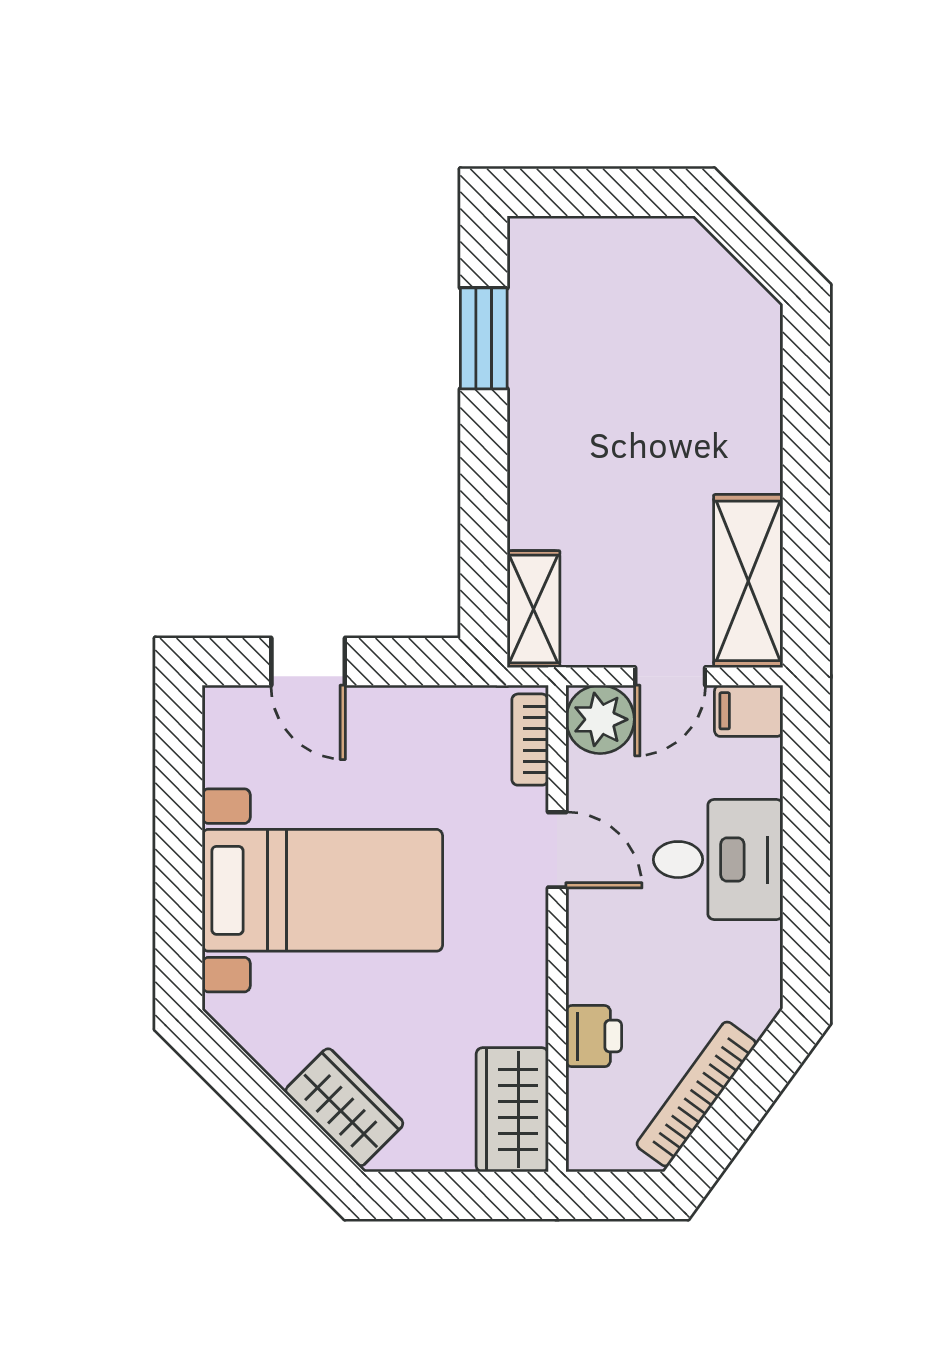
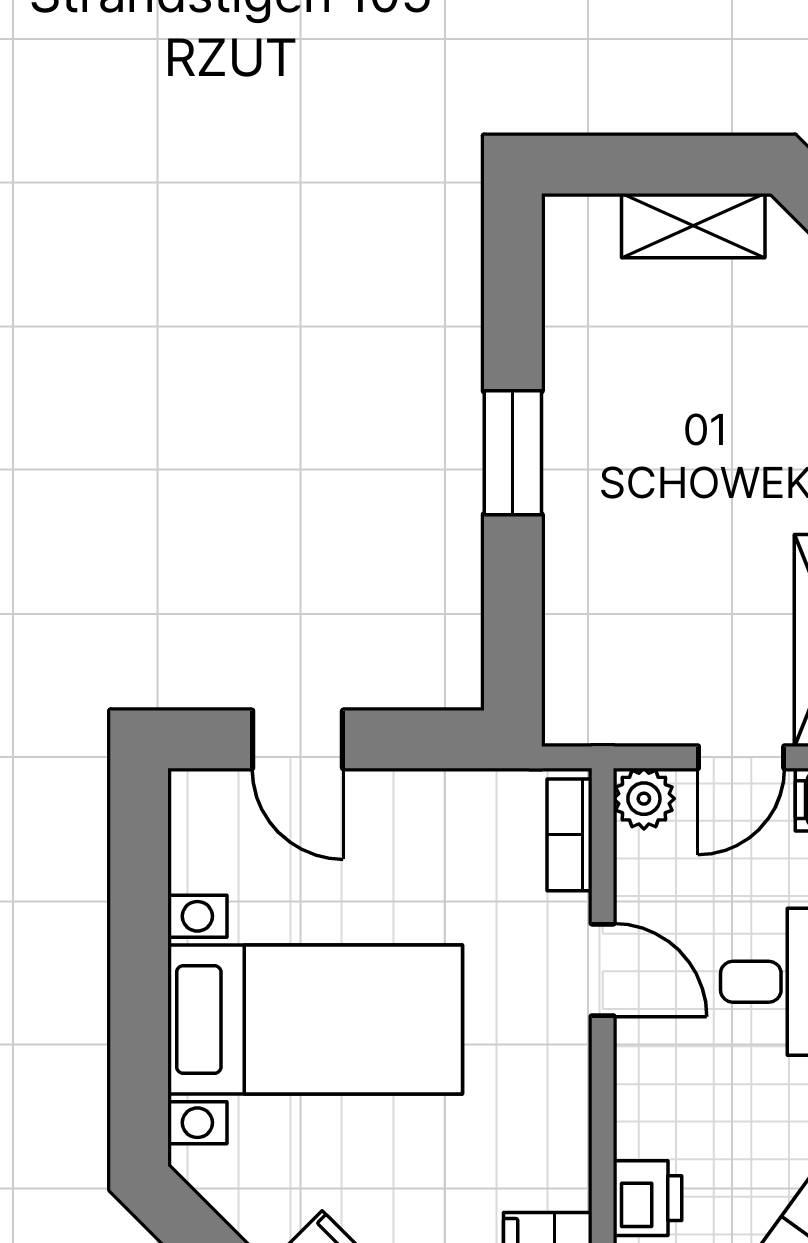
window: (484, 338) -> (513, 453), moved
shelving: (534, 609) -> (693, 226), moved, turned 90
plant: (600, 719) -> (644, 799), width x0.73, depth x0.73

